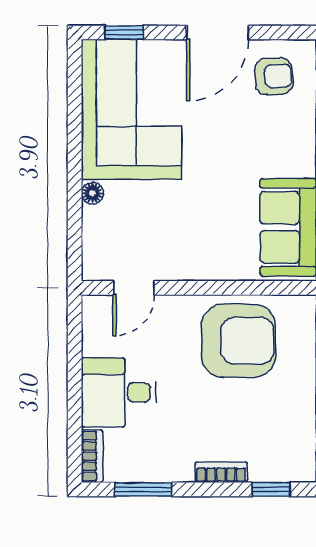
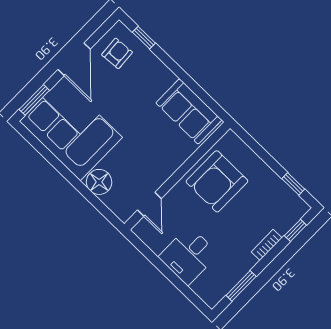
window: (124, 32) -> (34, 100), width x1.50
floor lamp: (92, 193) -> (99, 182), width x1.89, depth x1.89
armchair: (238, 341) -> (217, 181), turned 180
bookcase: (92, 456) -> (205, 294), removed

